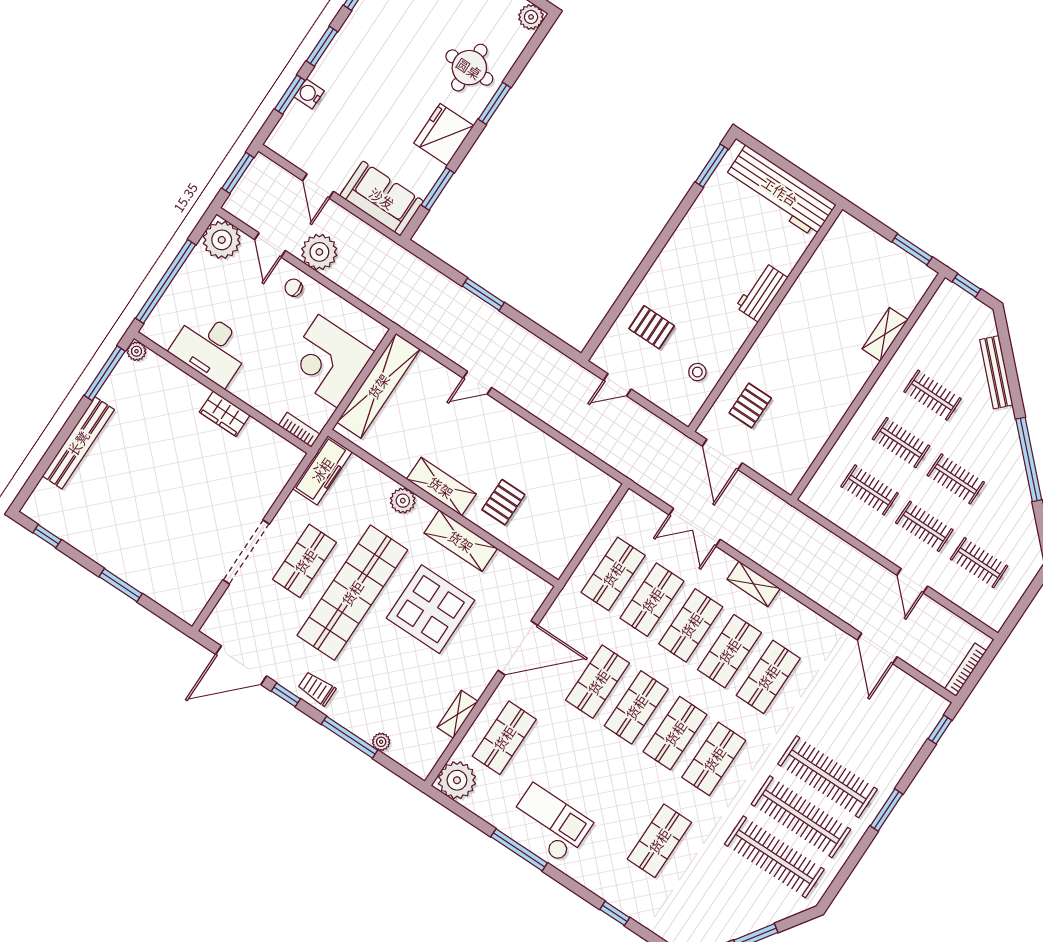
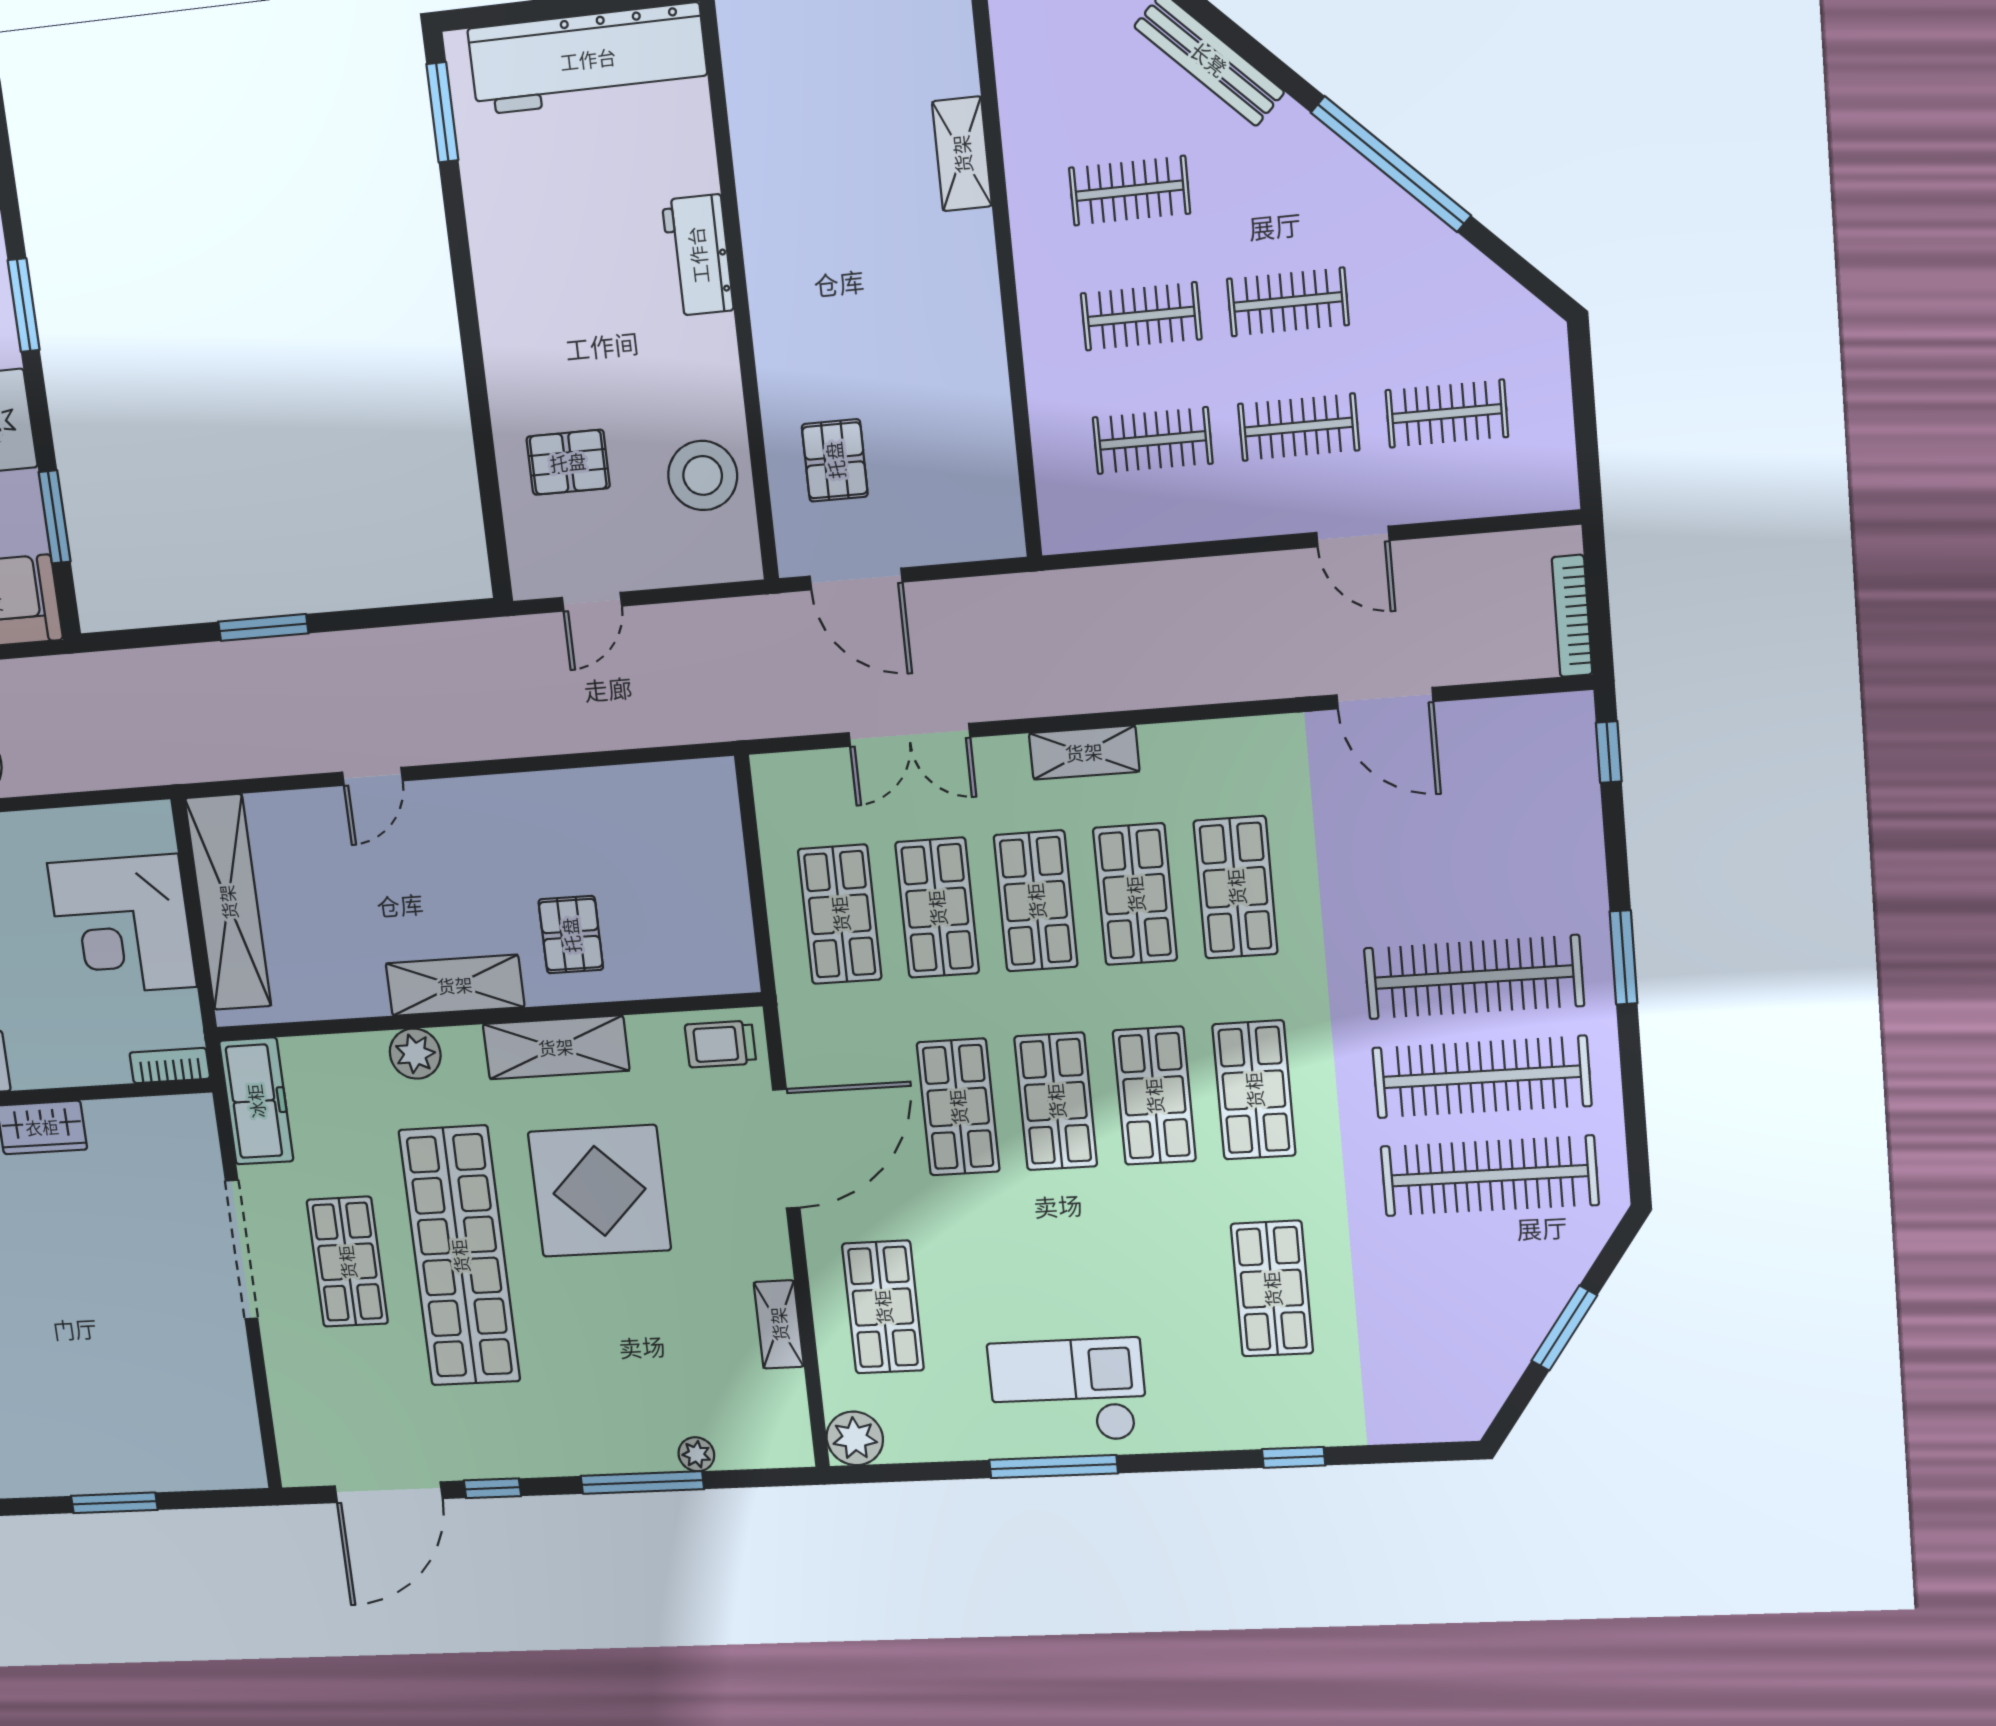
stool: (697, 372) -> (703, 475), width x1.89, depth x1.89
doorway: (246, 552) -> (242, 1250), moved
trolley: (317, 689) -> (720, 1044), moved
plant: (457, 780) -> (855, 1438), width x0.73, depth x0.73

